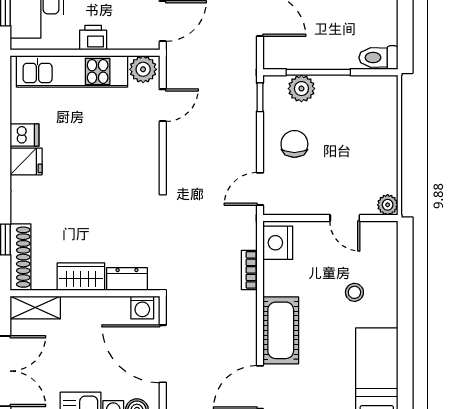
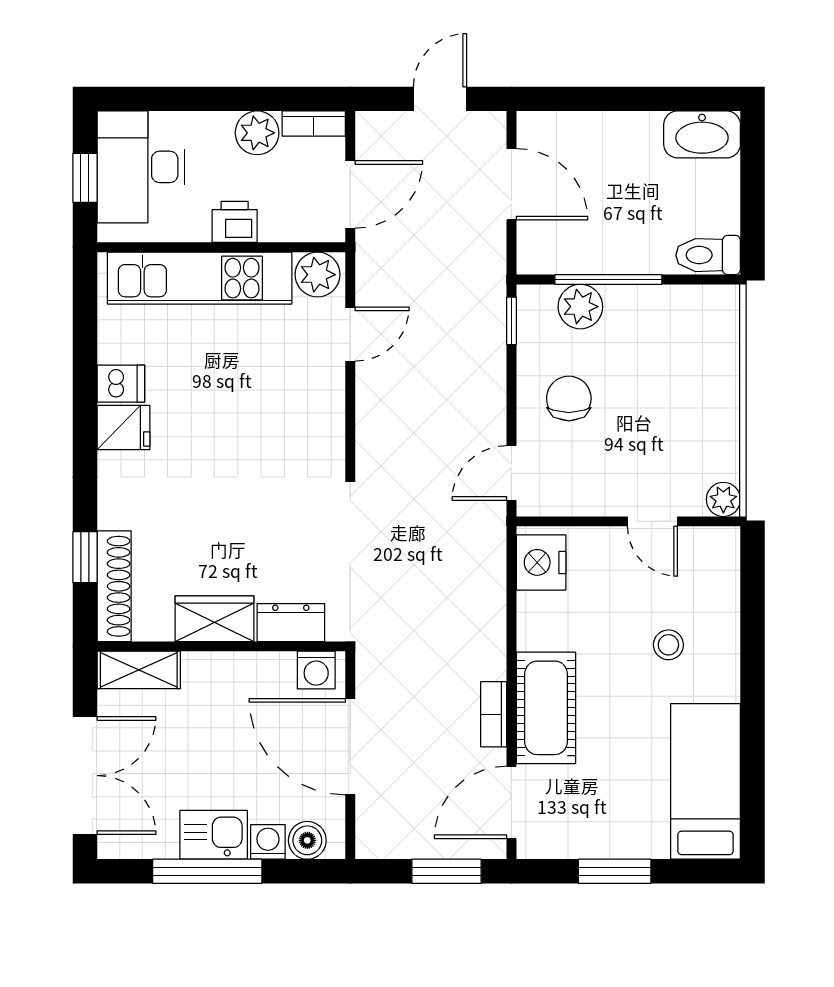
bookcase: (249, 270) -> (494, 714), moved

